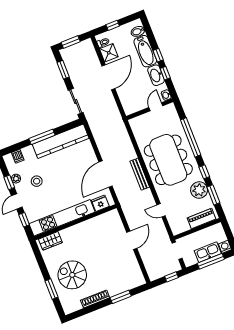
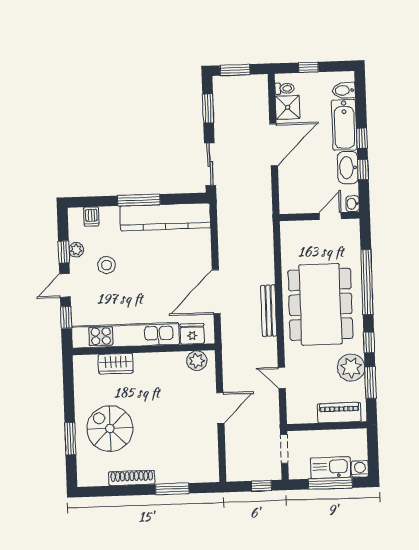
plant: (109, 218) -> (197, 361), added
wardrobe: (50, 241) -> (116, 364), moved

